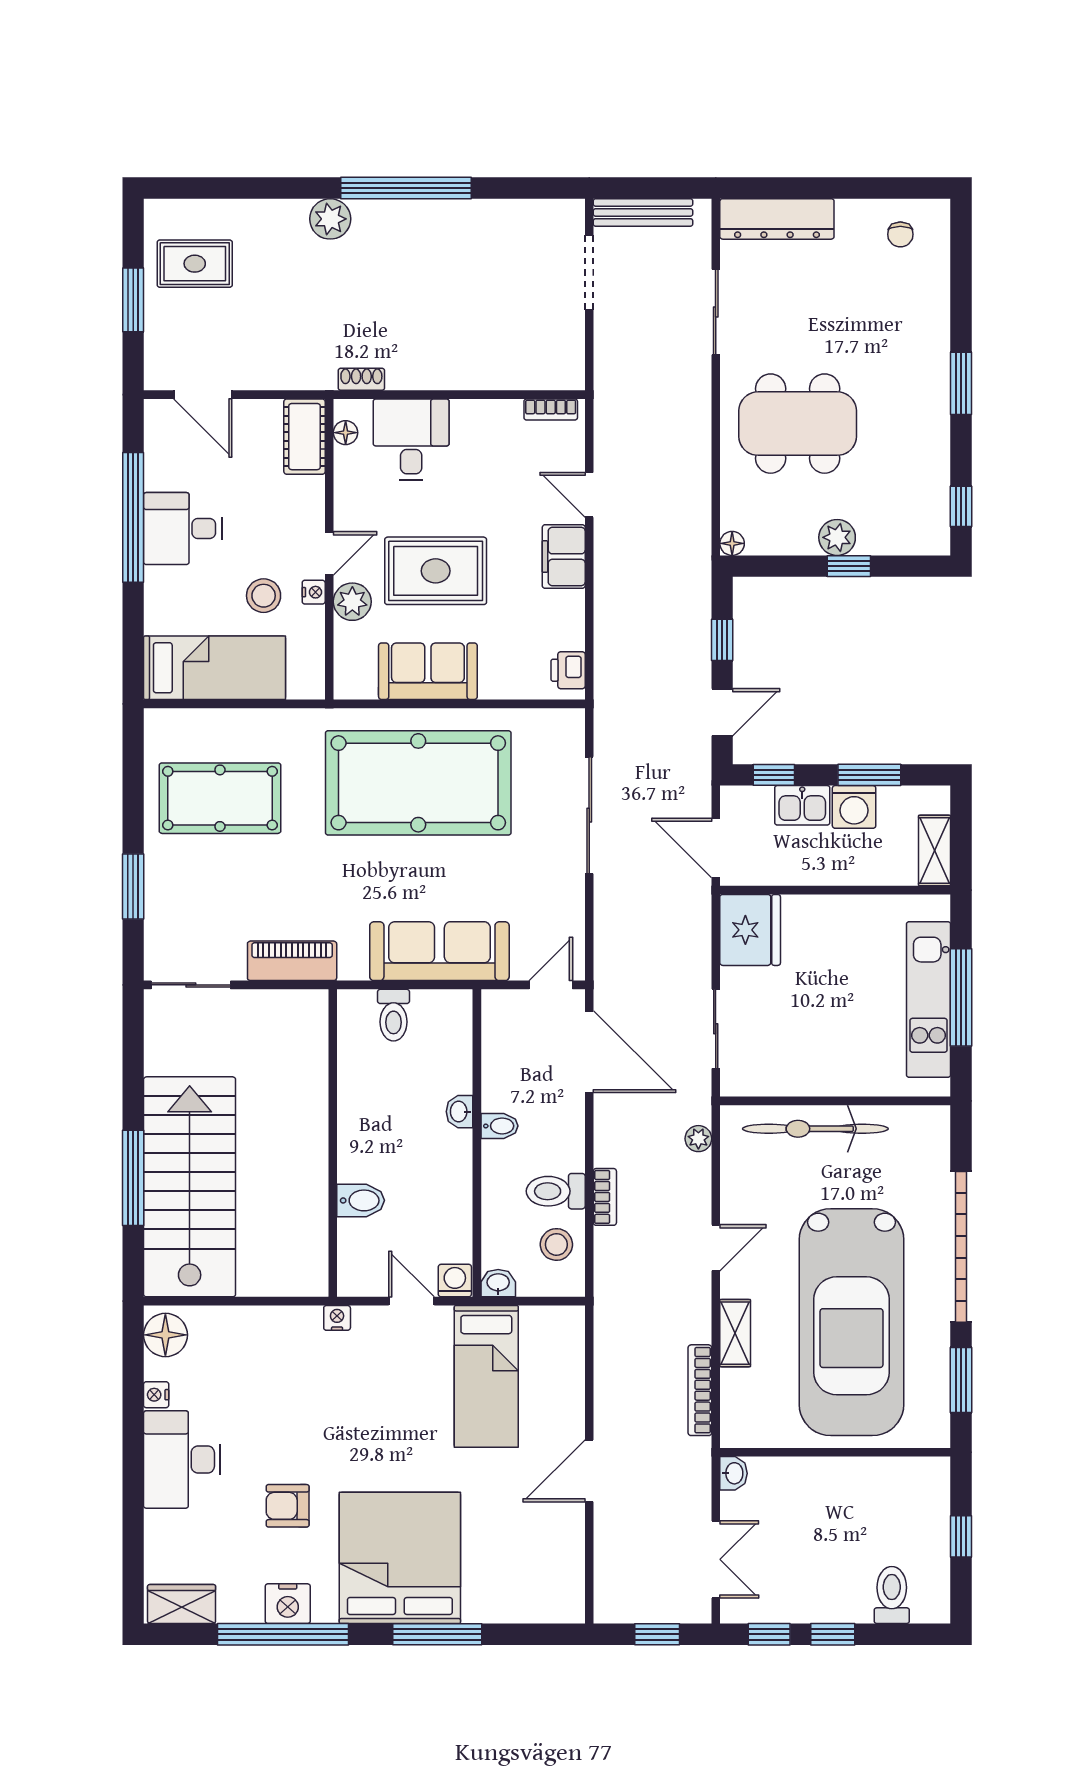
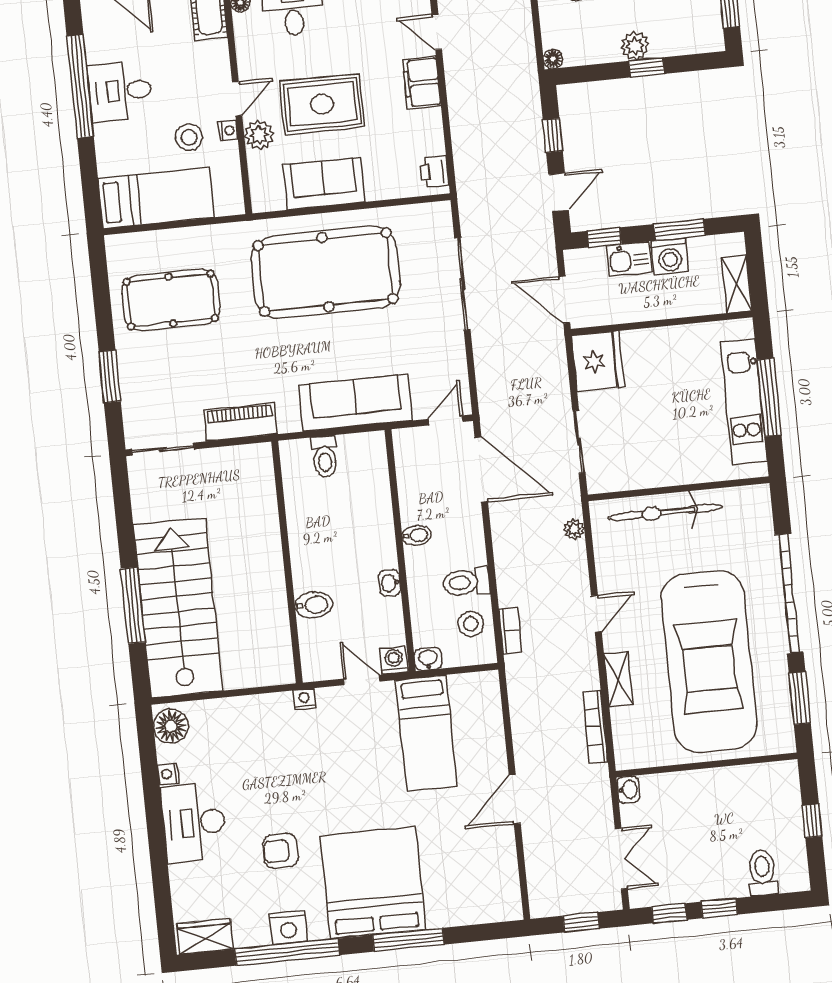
washbasin: (459, 1112) -> (390, 583), moved
bookcase: (605, 1197) -> (510, 631), moved

